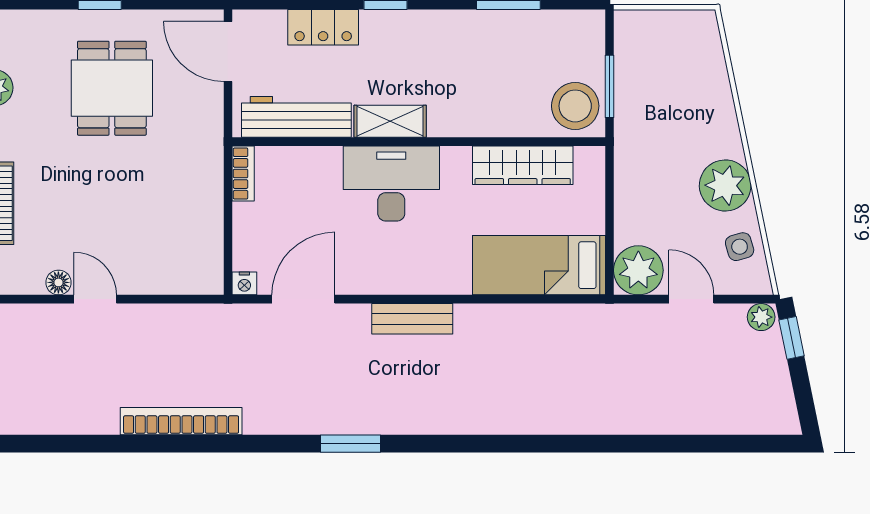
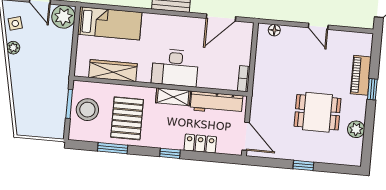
pallet: (484, 67) -> (127, 118), added
dining table: (112, 88) -> (317, 112), moved, turned 90
stool: (575, 106) -> (87, 110), moved
plant: (725, 185) -> (13, 48), width x0.53, depth x0.53
floor lamp: (58, 282) -> (274, 30), moved
nightstand: (244, 283) -> (248, 27), removed

